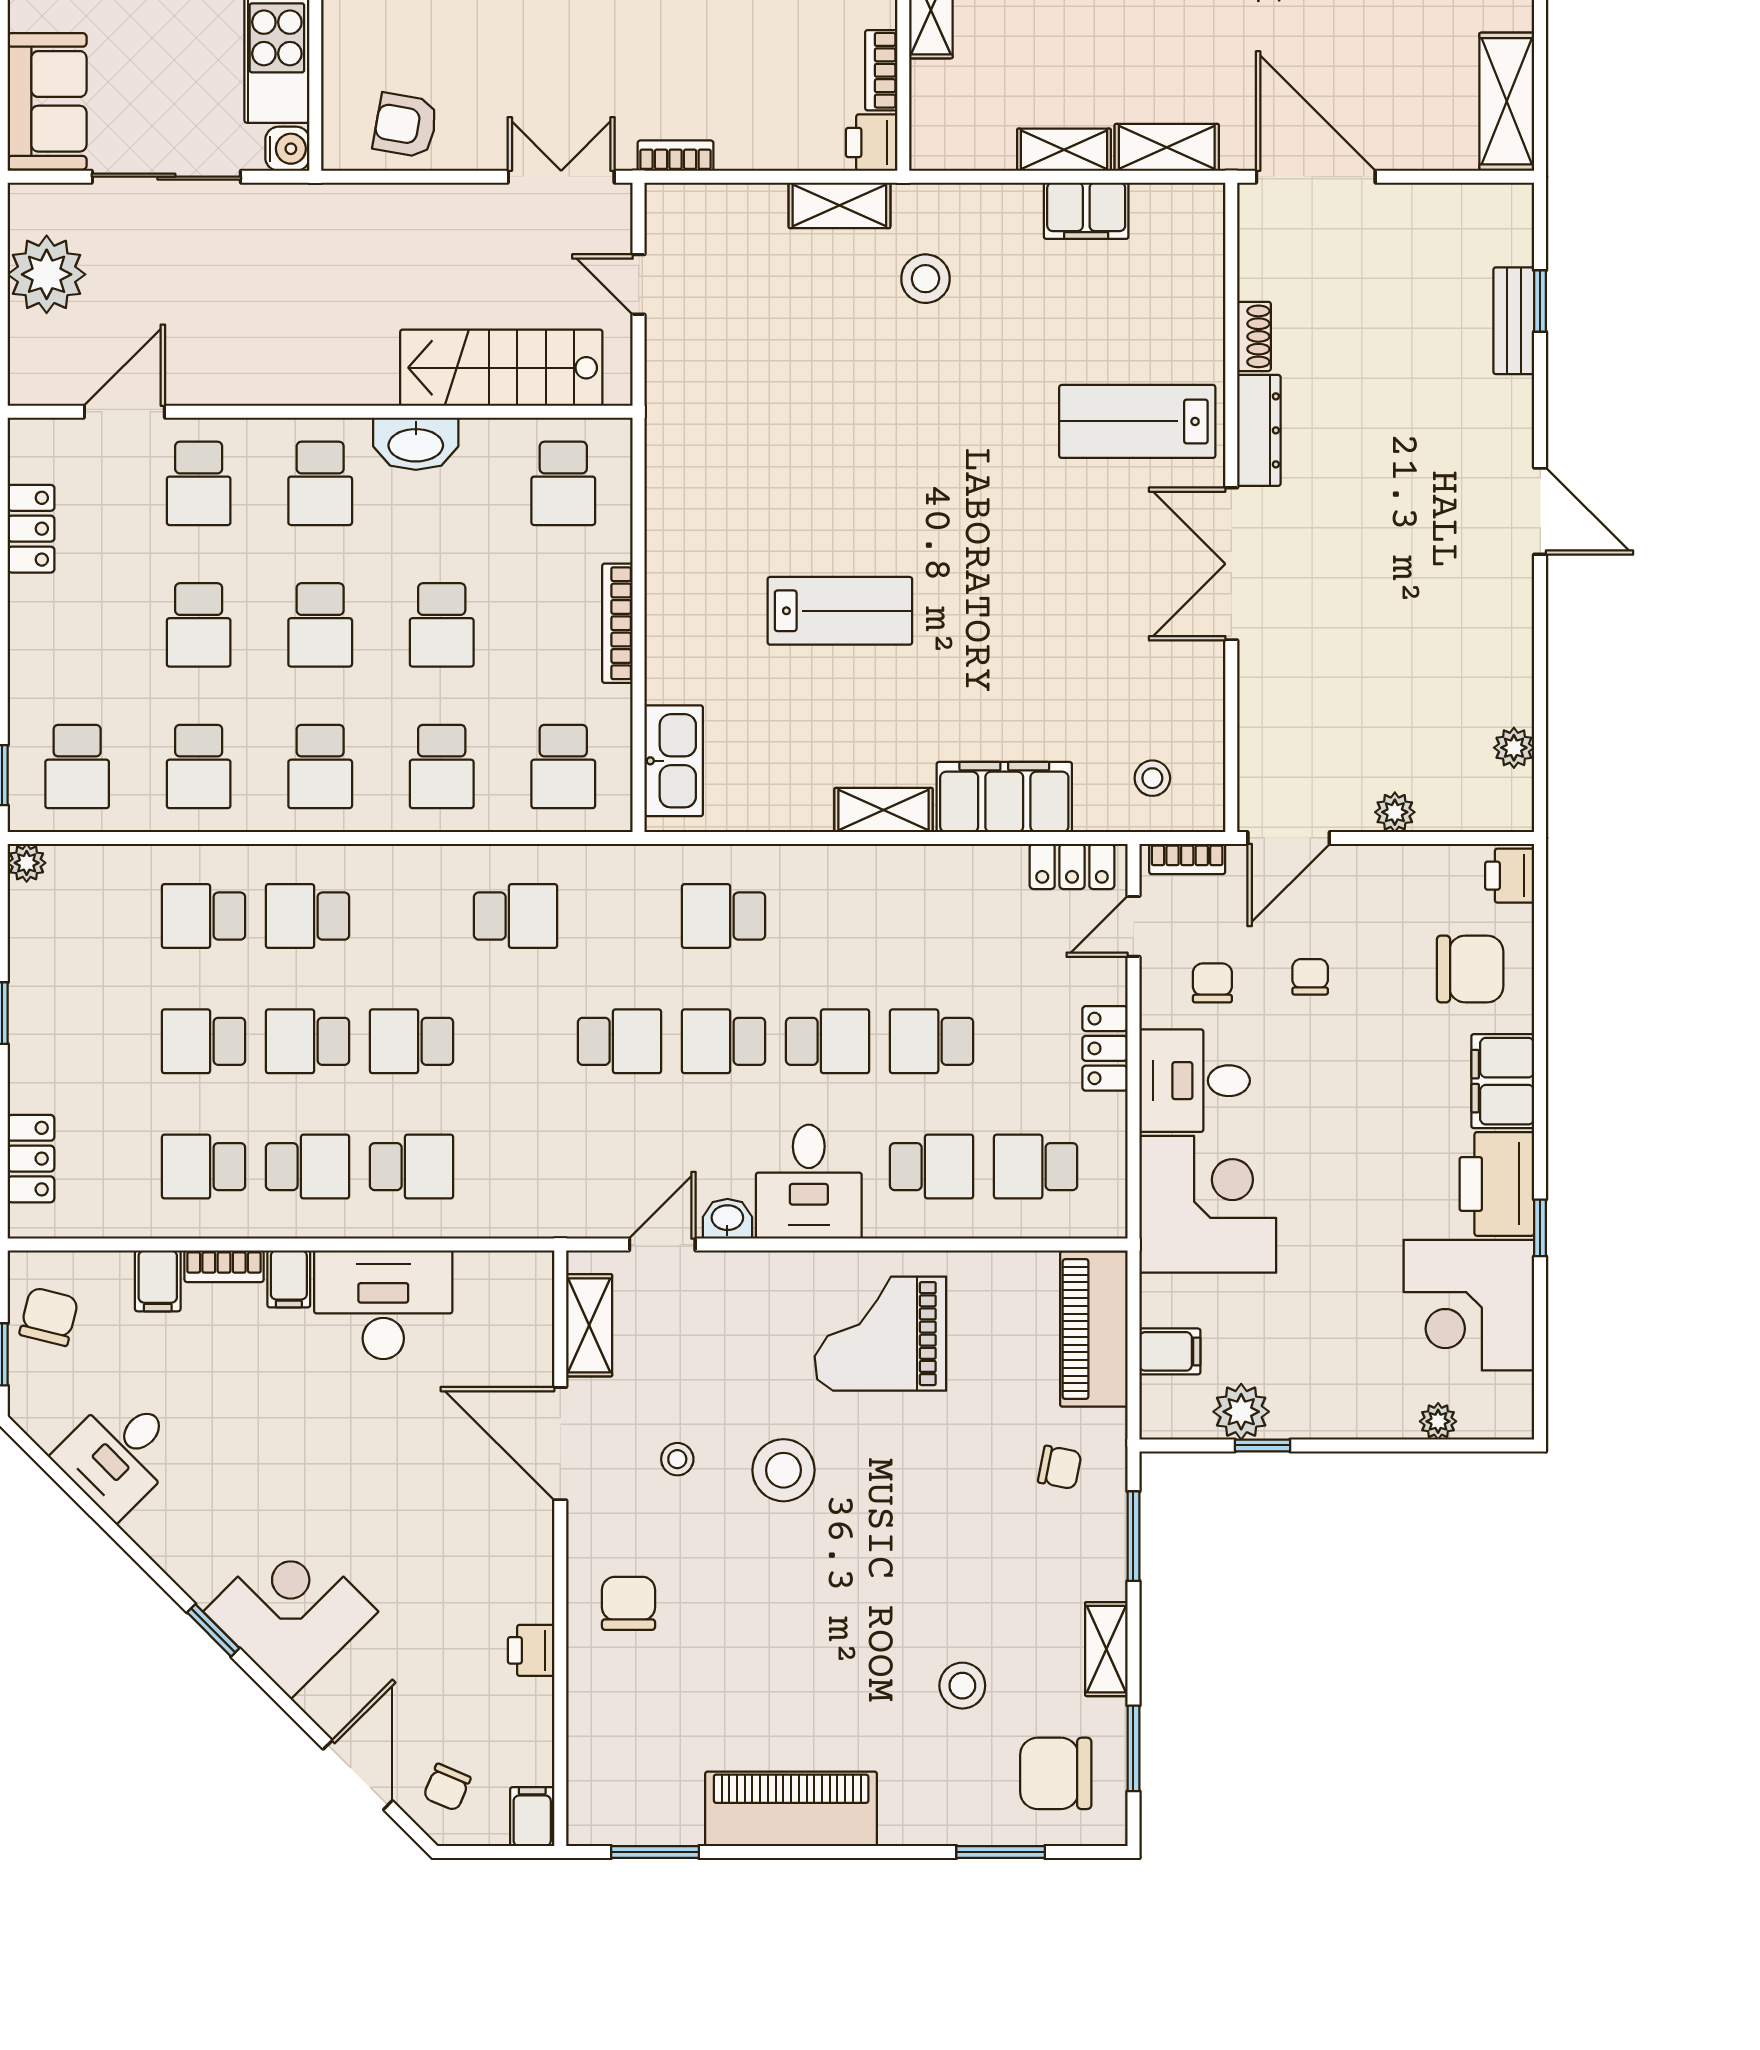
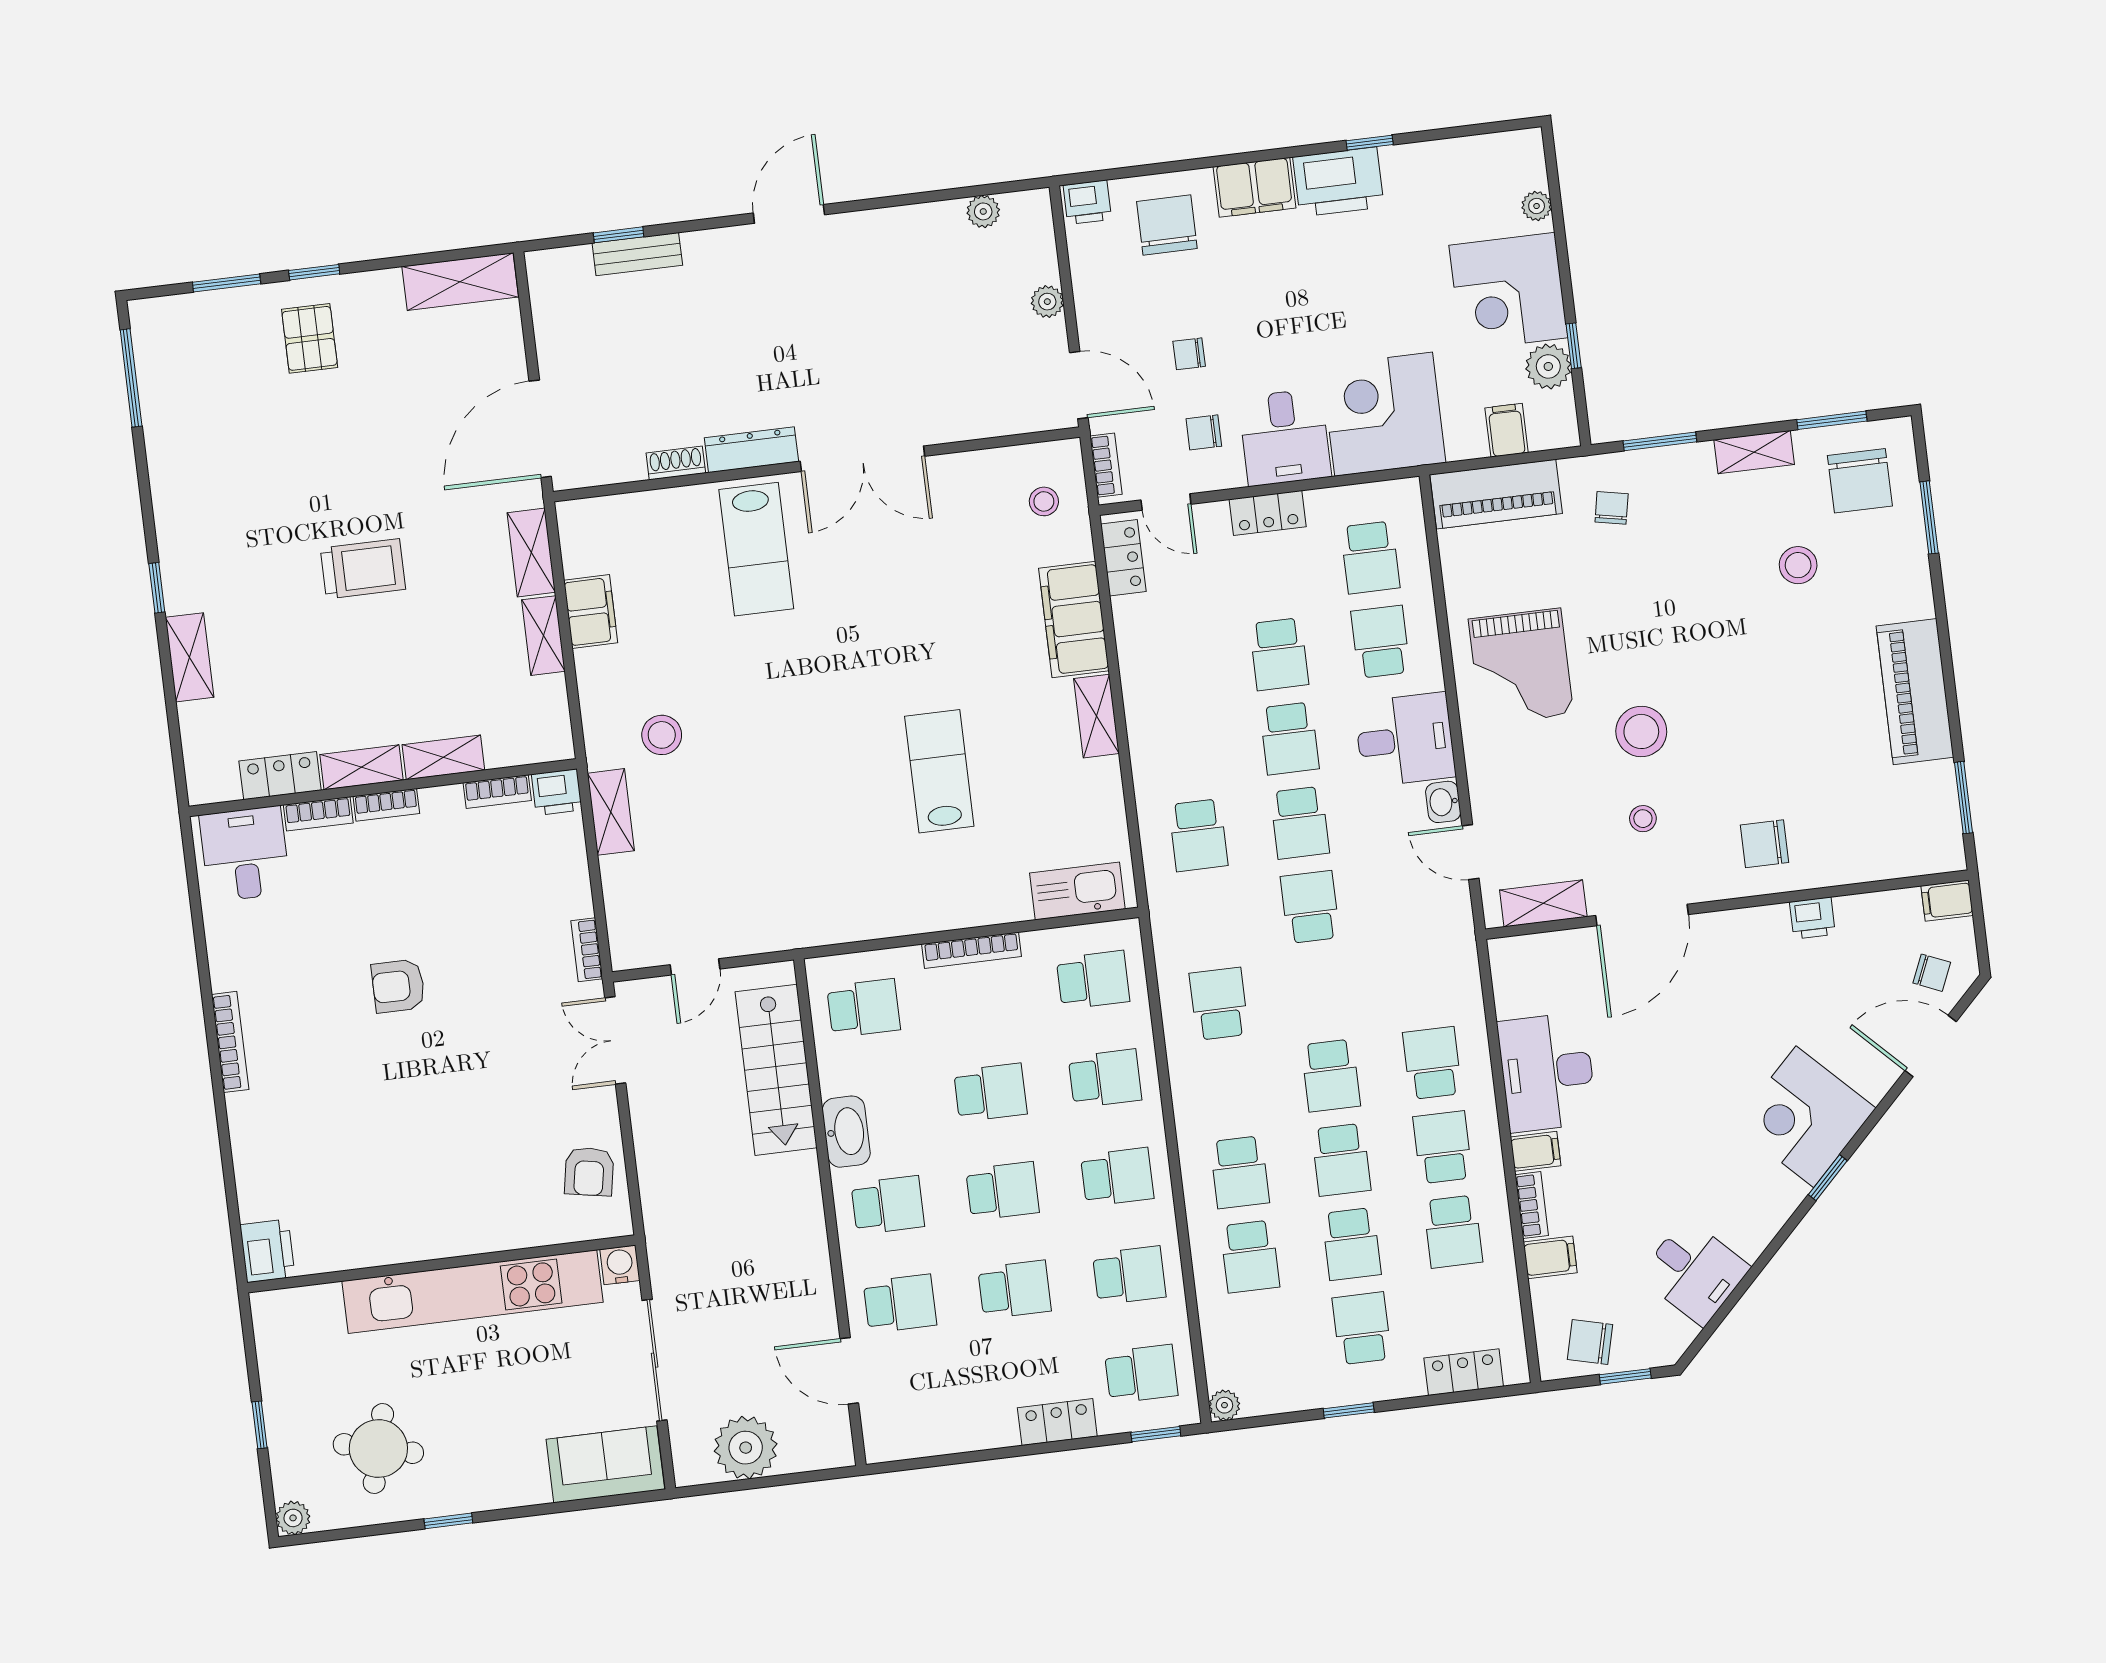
locker: (31, 529) -> (1057, 1422), moved
school desk: (100, 1041) -> (1362, 1328), added
school desk: (828, 1041) -> (1289, 738), turned 180
corner desk: (1469, 1305) -> (1508, 291), moved, turned 90

